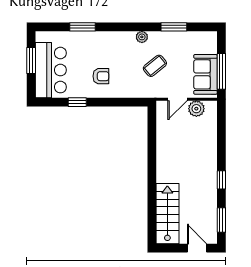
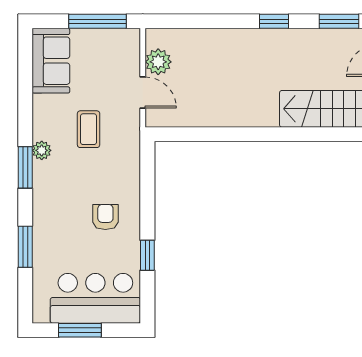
window: (174, 27) -> (25, 167), moved
coffee table: (155, 66) -> (89, 129), turned 39
sofa: (205, 74) -> (51, 61), moved, turned -90

